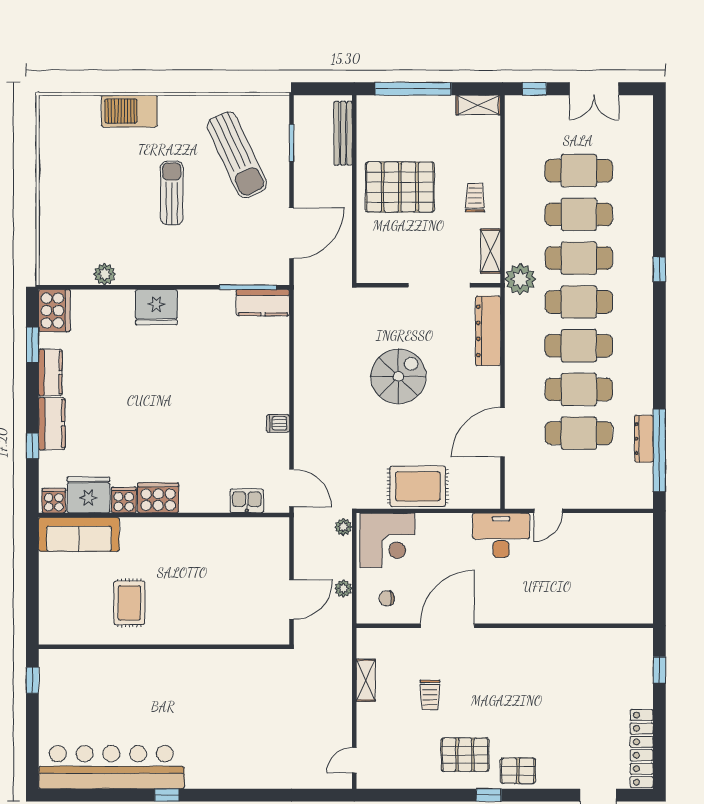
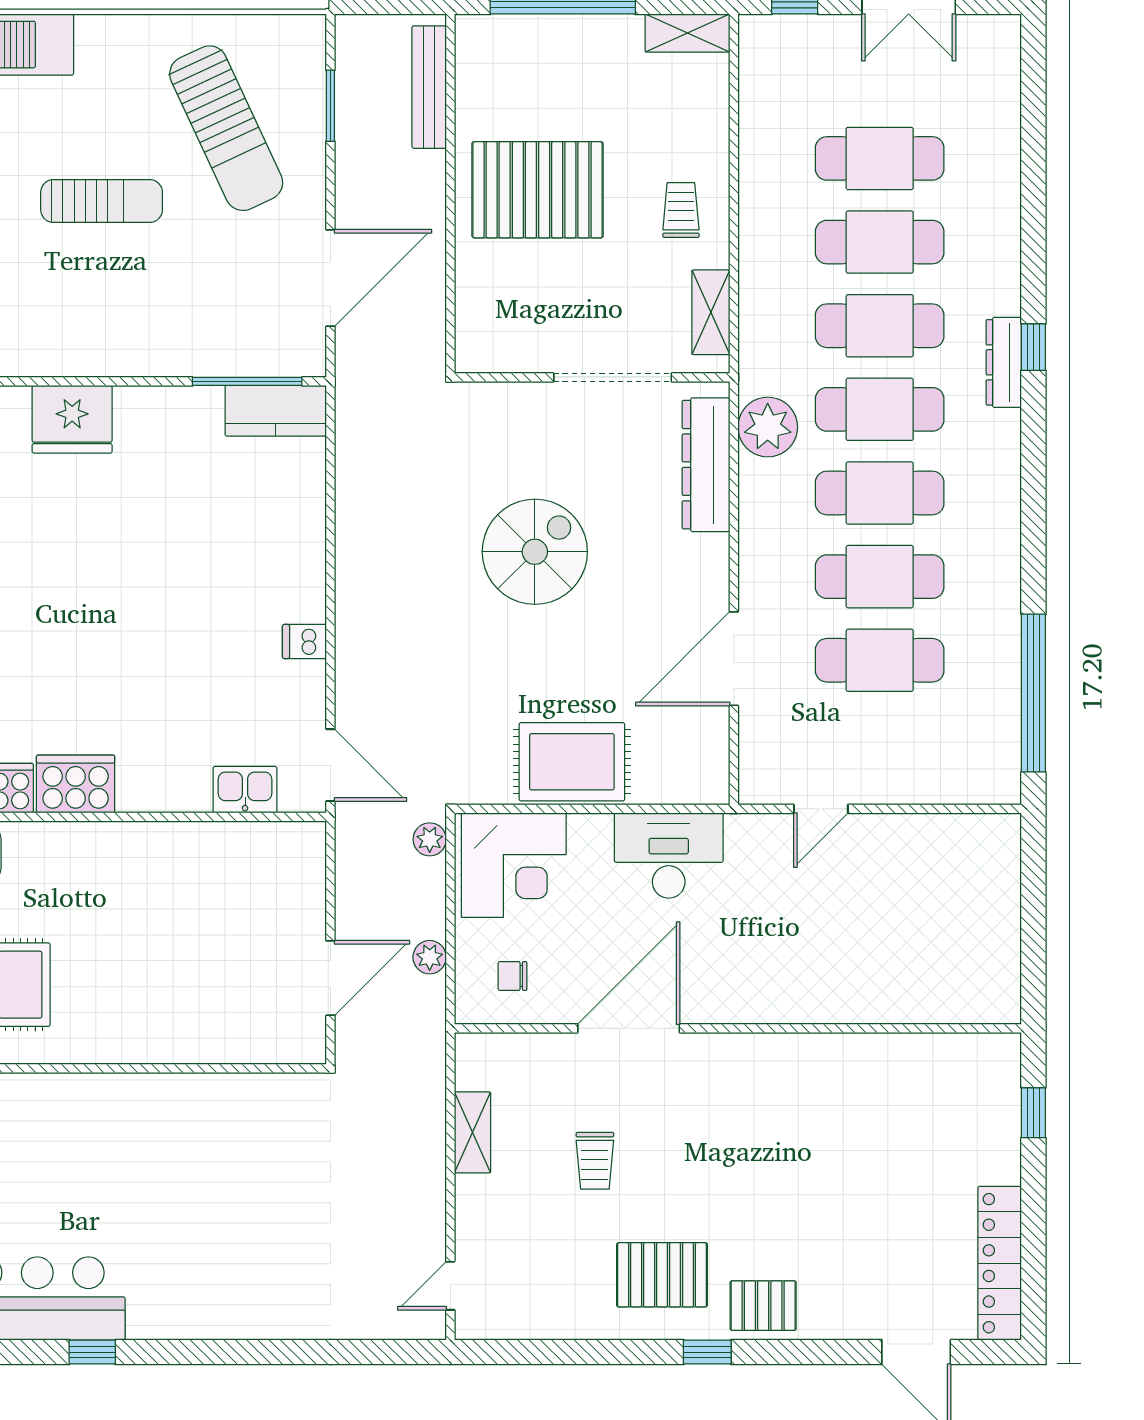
sun lounger: (172, 193) -> (102, 201), turned 90
plant: (520, 279) -> (768, 427), moved
dresser: (644, 439) -> (1004, 362), moved
desk: (501, 535) -> (669, 855), moved

